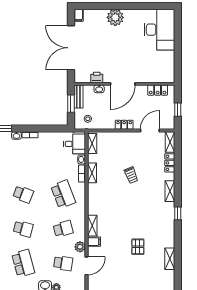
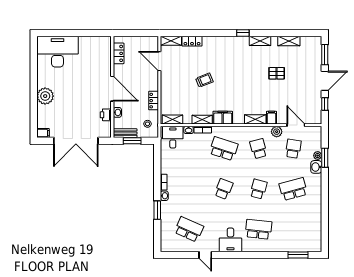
window: (178, 110) -> (138, 33), removed
locker: (124, 125) -> (154, 101), moved
shelving: (170, 191) -> (260, 41), moved
filing cabinet: (94, 193) -> (223, 118), added
school desk: (63, 194) -> (224, 149), turned 39

